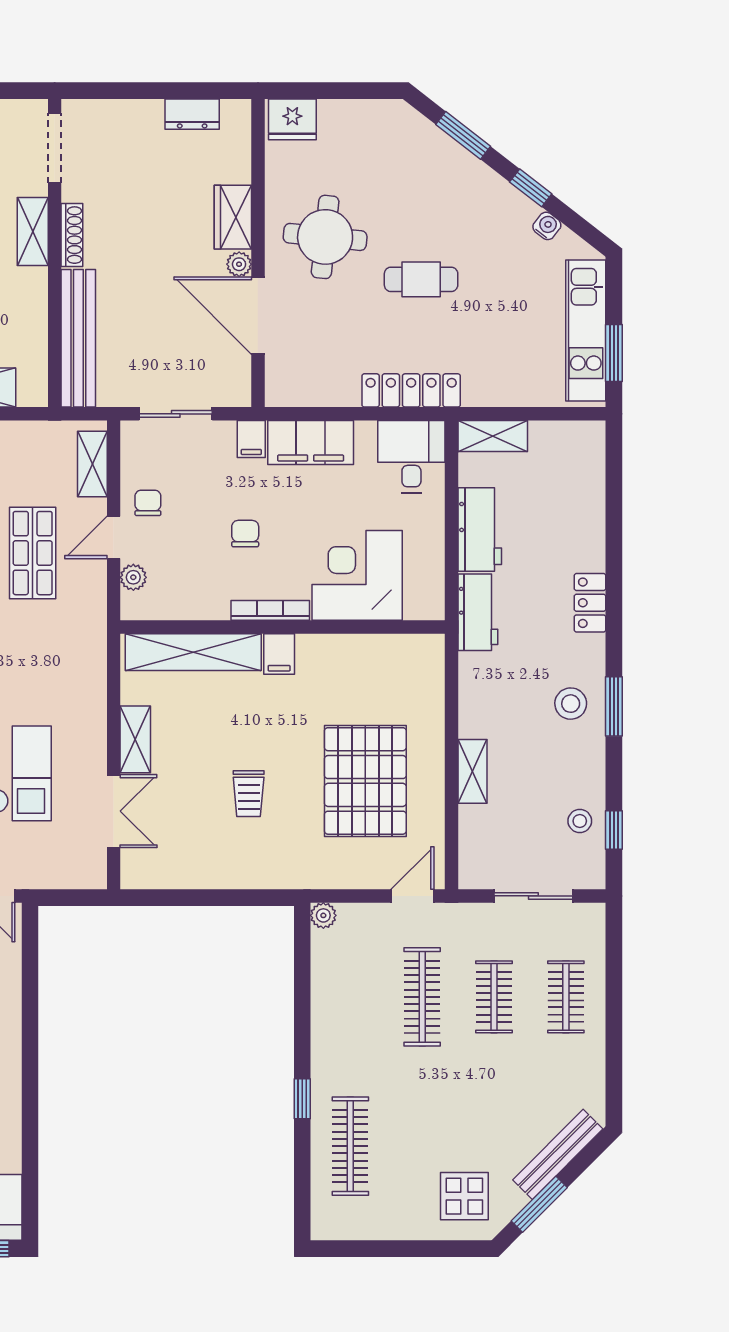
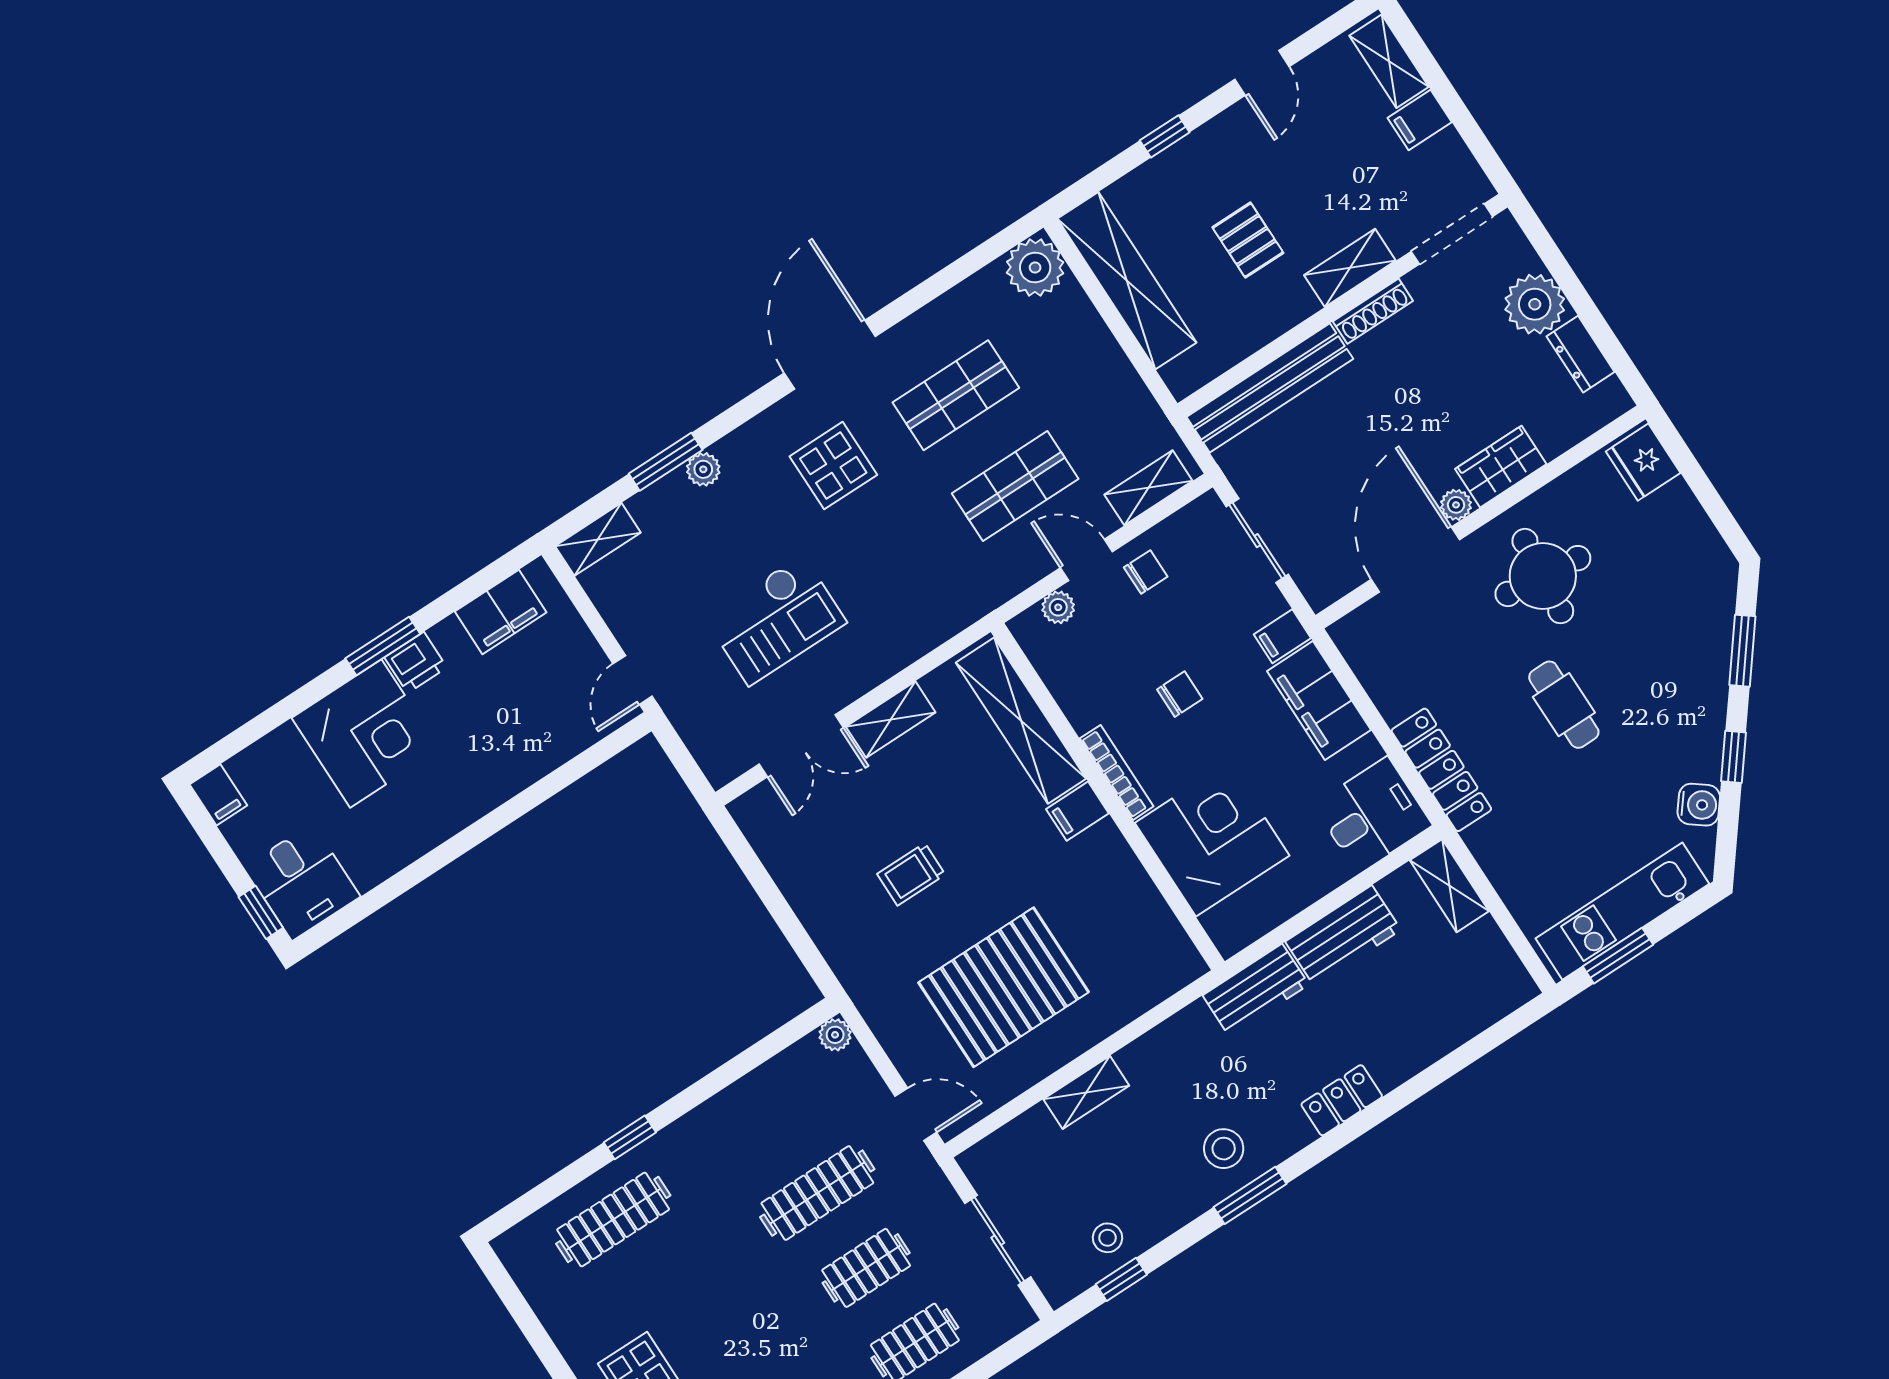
plant: (138, 123) -> (1535, 304), added
water cooler: (547, 226) -> (1699, 805), width x1.38, depth x1.38

